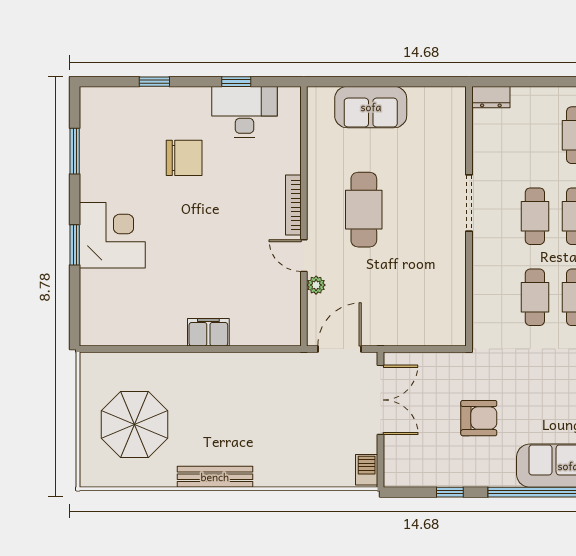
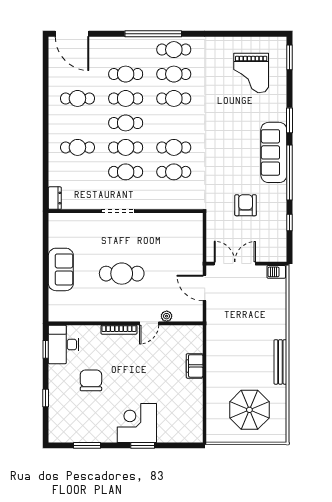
bookcase: (293, 205) -> (119, 330), moved
wall: (304, 216) -> (126, 323), moved
door: (304, 256) -> (149, 323), moved
plant: (316, 285) -> (167, 316), moved

